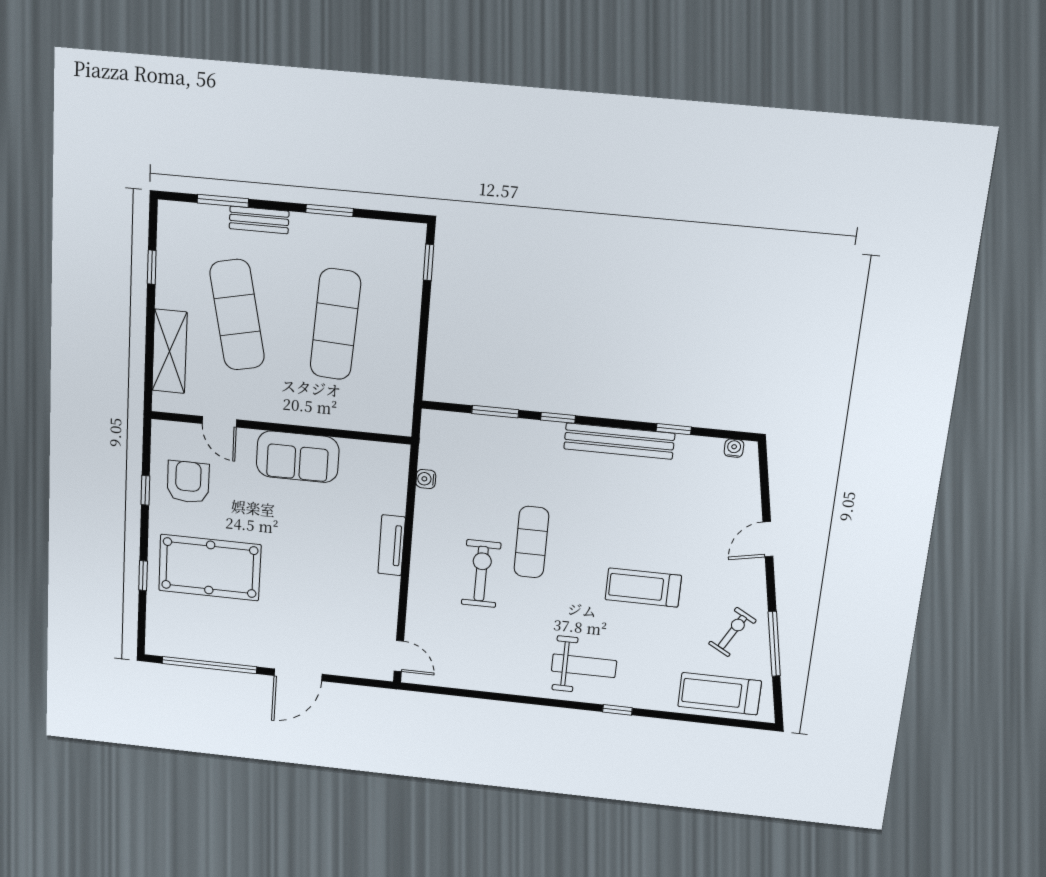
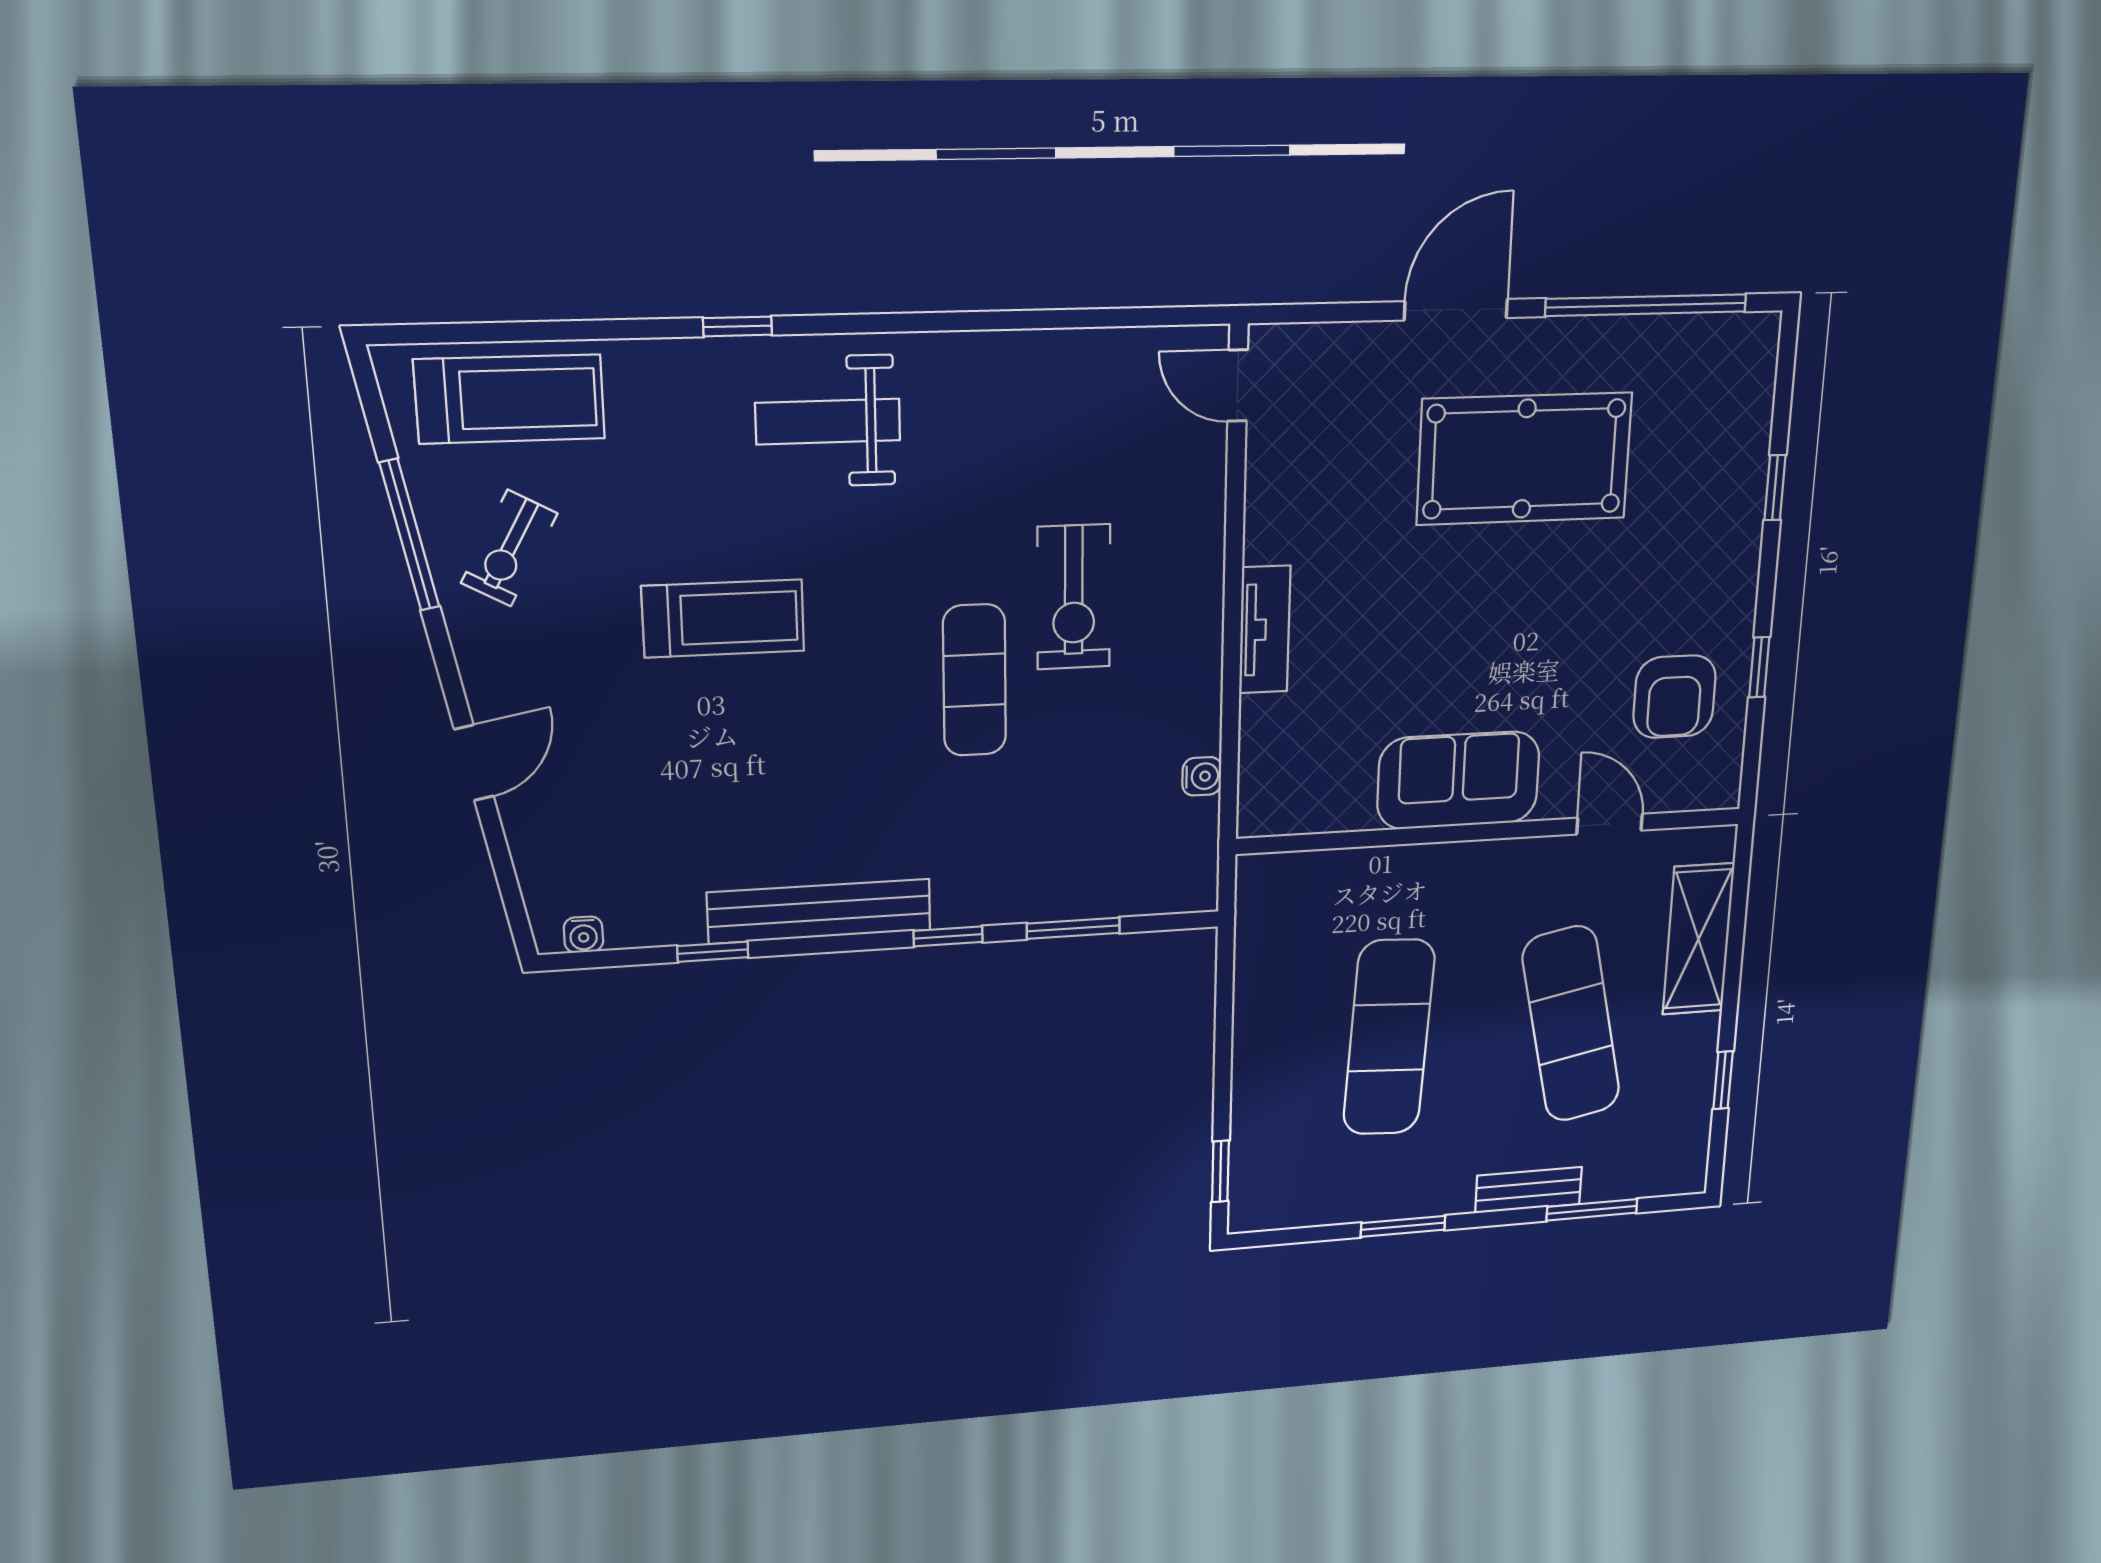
pool table: (210, 568) -> (1524, 459), moved

